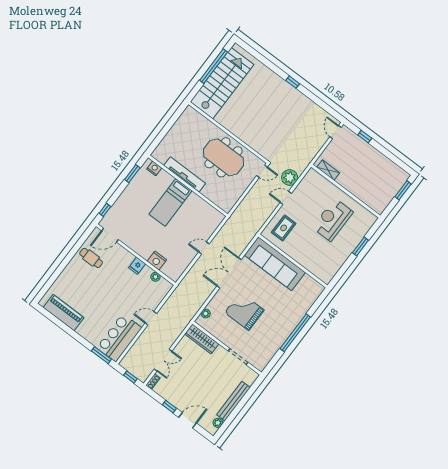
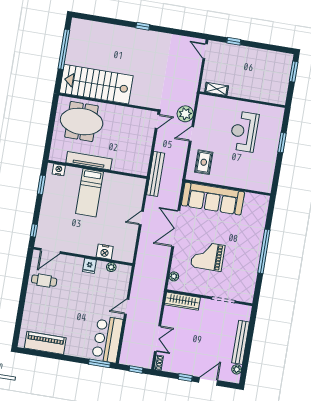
stairs: (222, 83) -> (96, 84), moved, turned -90
meeting table: (224, 157) -> (82, 121), moved
bench: (236, 216) -> (156, 174), added

